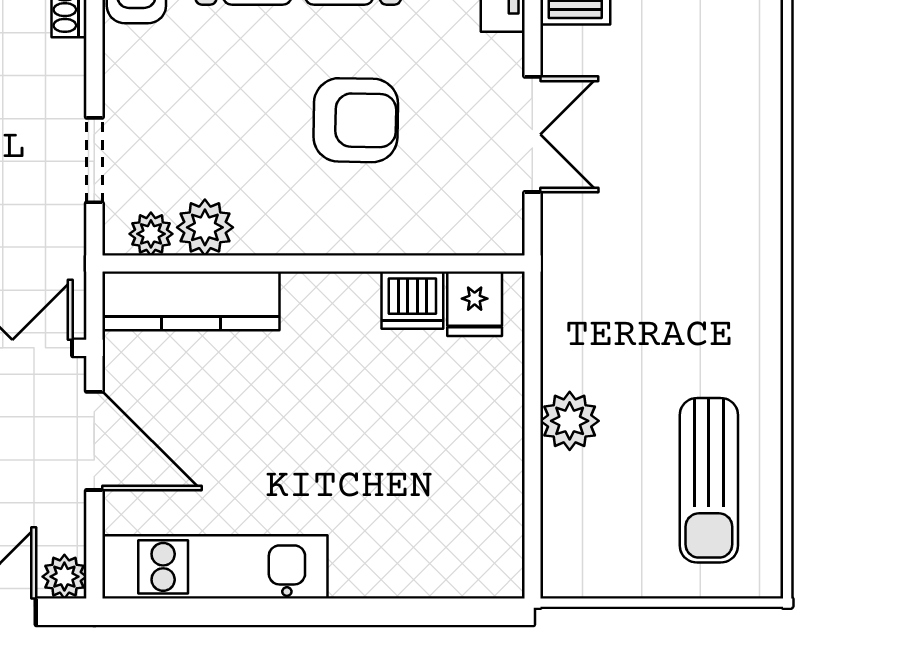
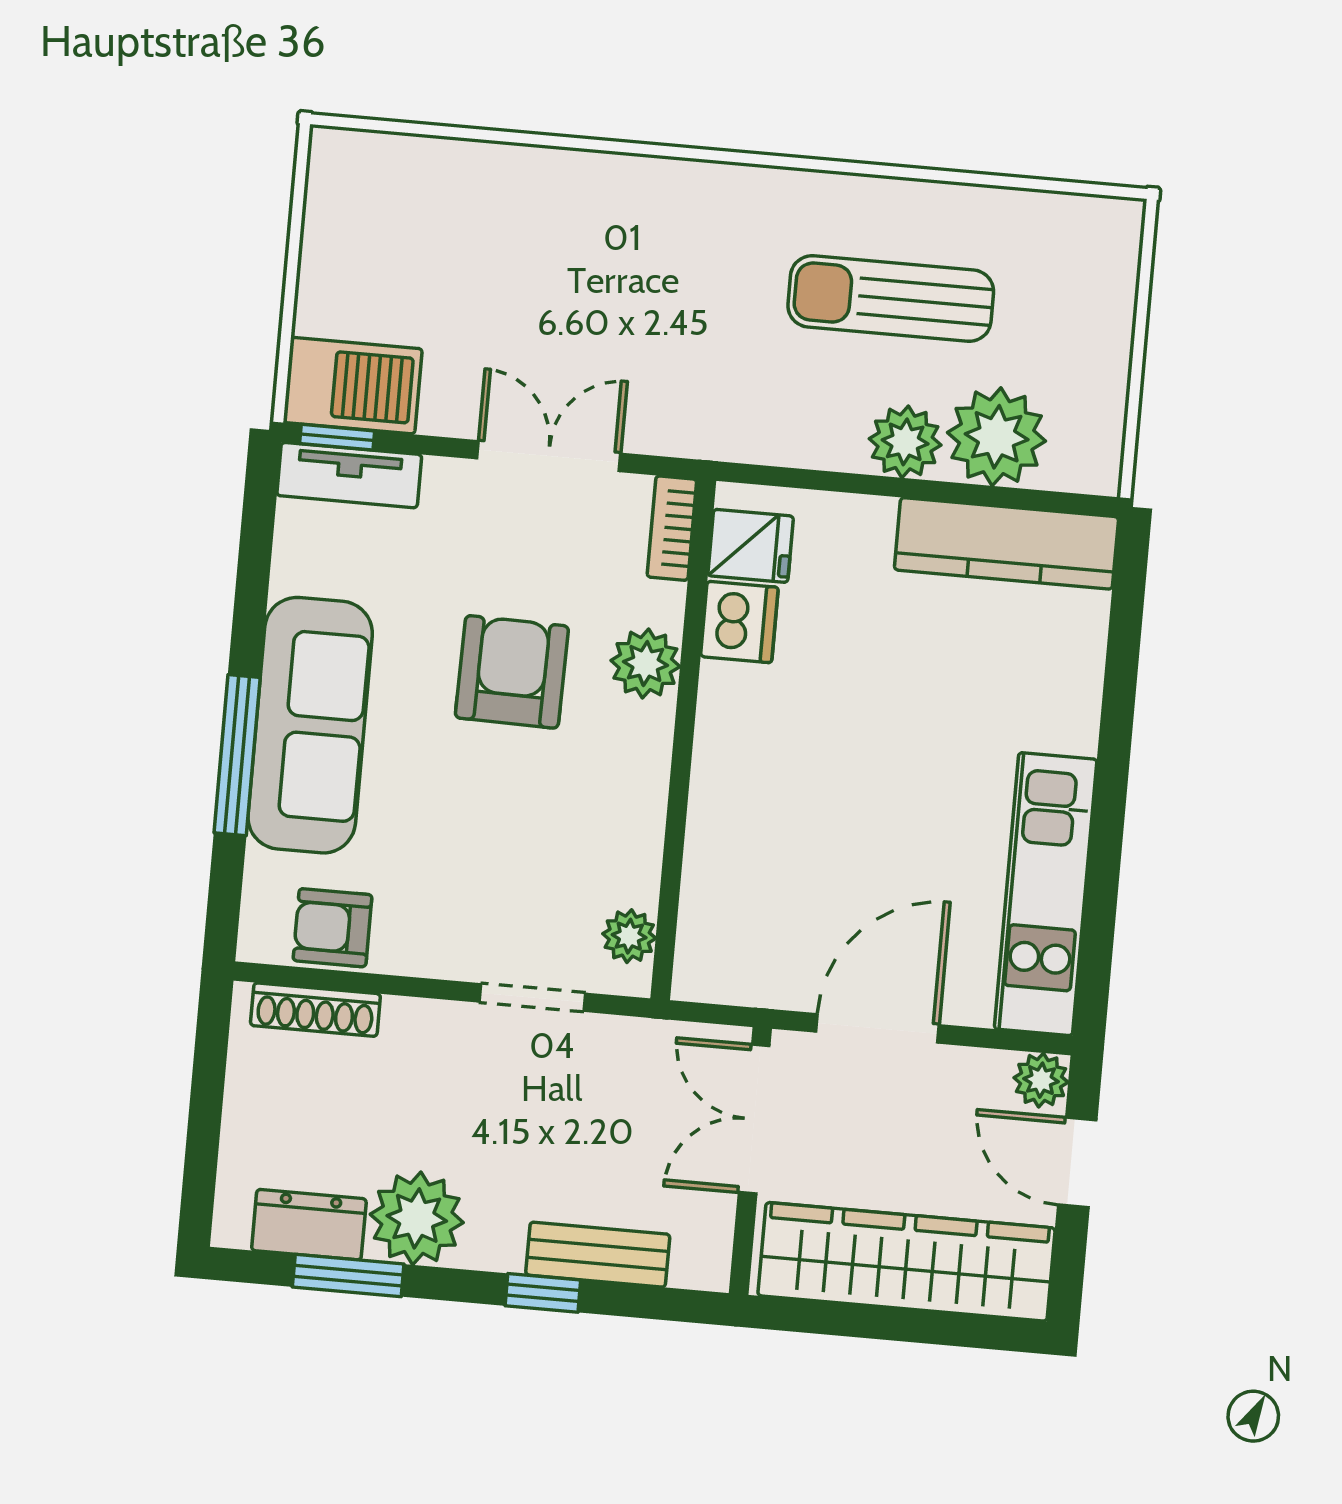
plant: (205, 227) -> (645, 664), moved
bookcase: (483, 239) -> (672, 528), added
kitchen counter: (191, 301) -> (1006, 543), moved, turned 90
sun lounger: (709, 480) -> (891, 299), moved, turned 180
plant: (580, 494) -> (997, 437), added

